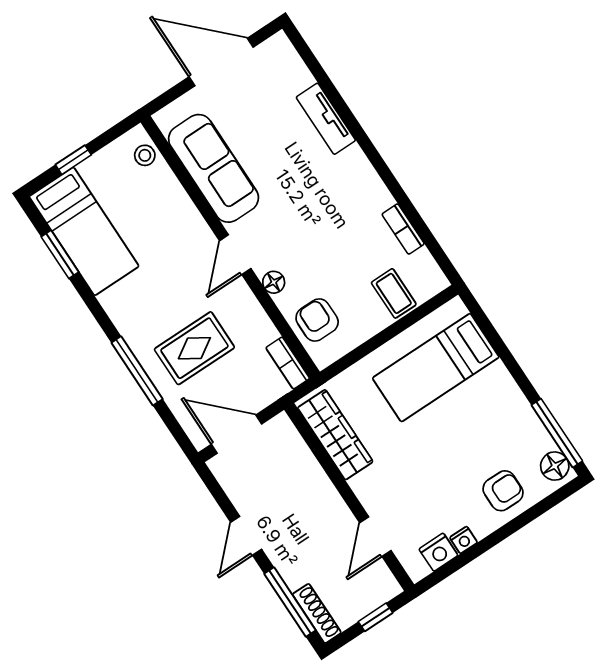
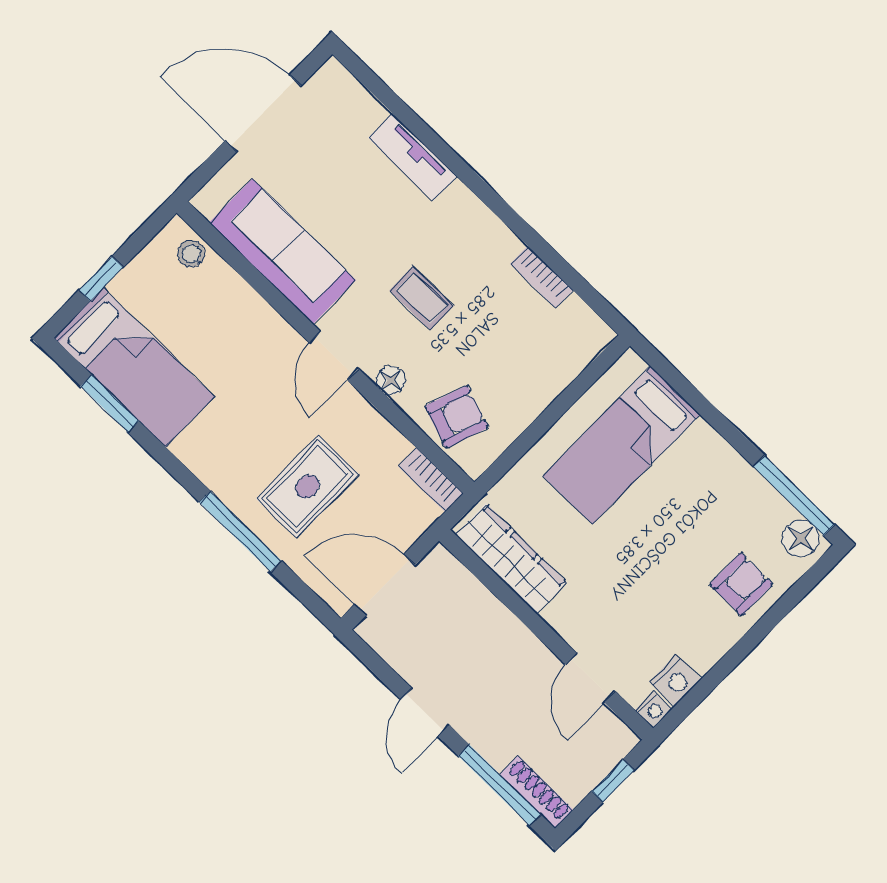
coffee table: (394, 293) -> (422, 298), moved
armchair: (317, 320) -> (457, 417), turned 109
nightstand: (464, 540) -> (654, 710), moved

